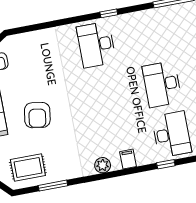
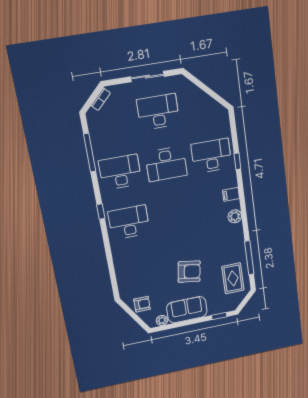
desk: (153, 34) -> (120, 172), added
desk: (96, 45) -> (129, 222), turned 180
window: (53, 186) -> (249, 258), width x1.44

